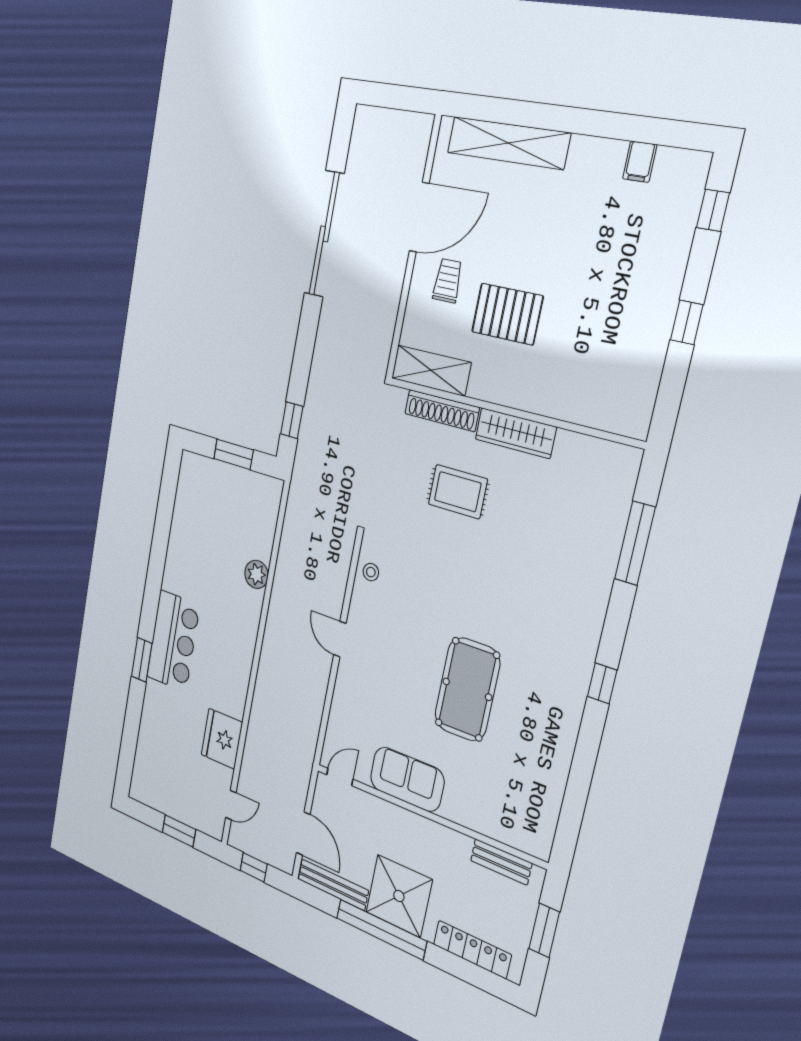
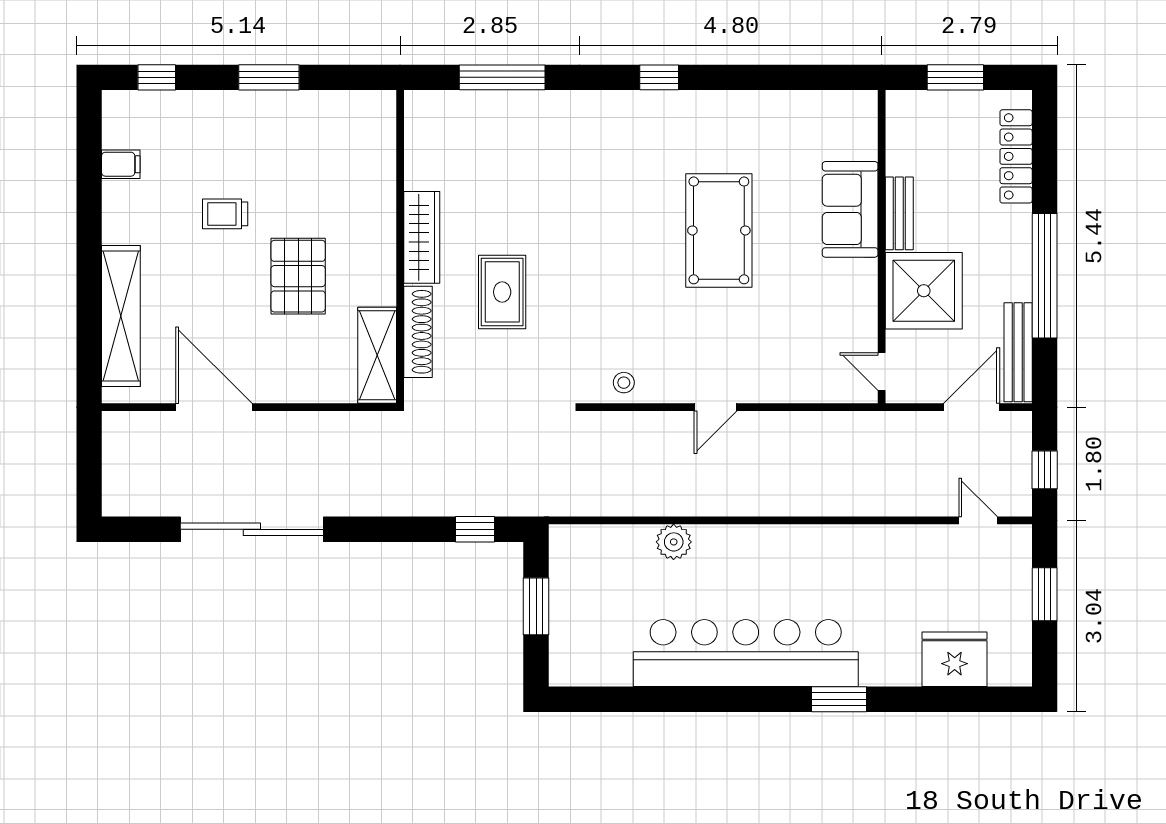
trolley: (448, 281) -> (225, 214), moved
window: (687, 322) -> (269, 77), width x1.50
bar counter: (173, 641) -> (746, 653), width x1.86
pool table: (467, 689) -> (719, 230), turned 90
fridge: (222, 739) -> (955, 659), moved, turned 180
sofa: (407, 779) -> (850, 209), moved
bench: (501, 862) -> (899, 213), moved
shower: (399, 896) -> (924, 291), moved

